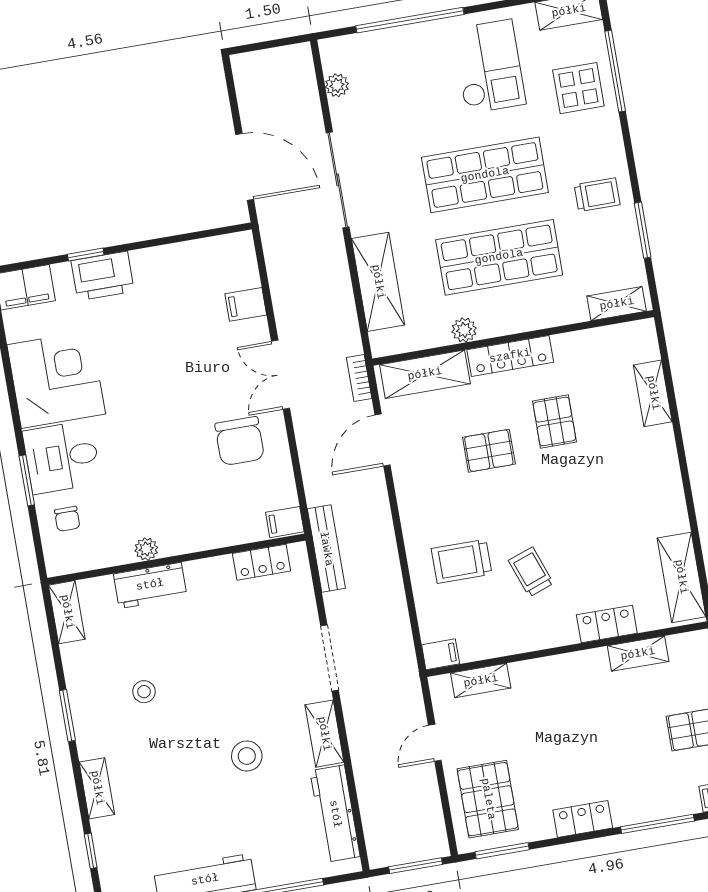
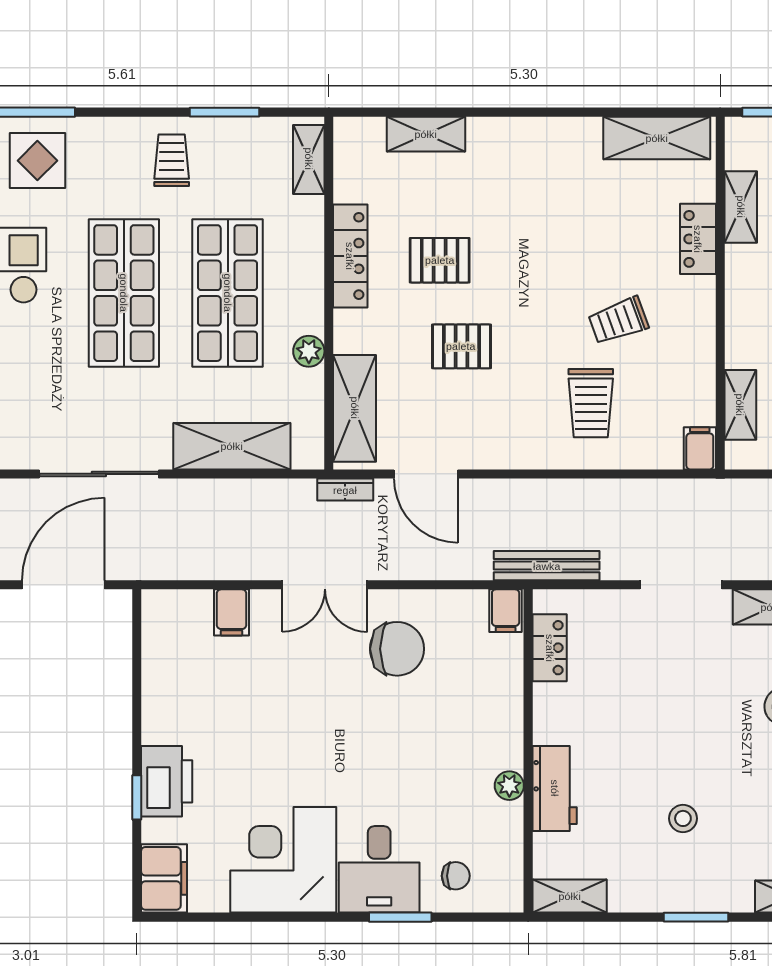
locker: (510, 356) -> (350, 256), moved
pallet: (489, 451) -> (461, 346), turned 90

